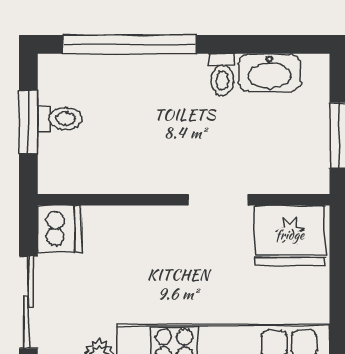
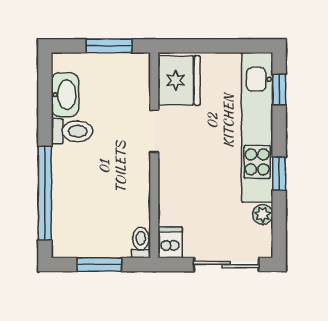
toilet: (222, 75) -> (72, 131), width x1.37, depth x1.39
toilet: (60, 119) -> (141, 243), moved
dishwasher: (60, 229) -> (170, 242), width x0.73

